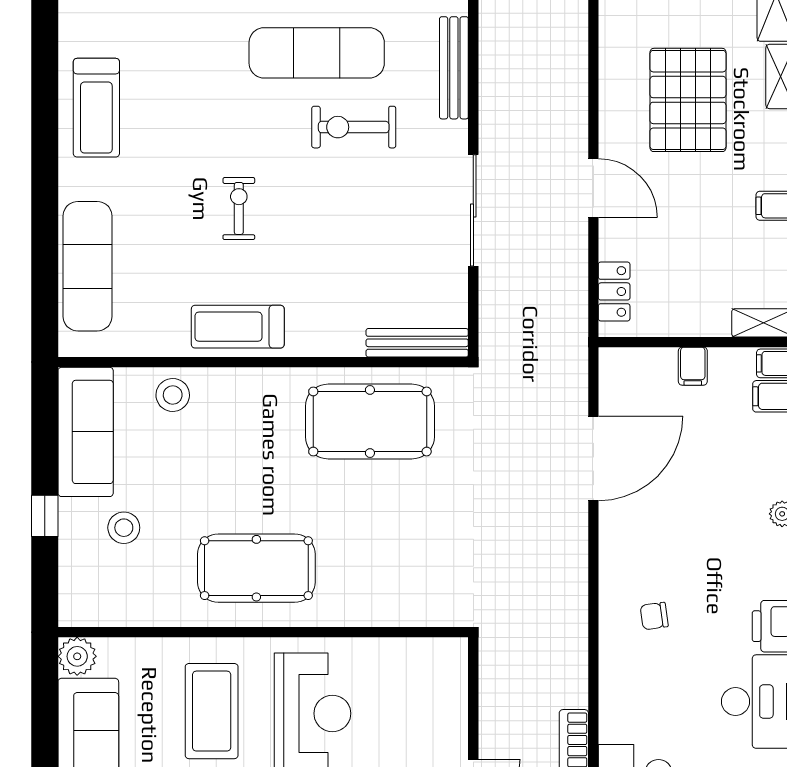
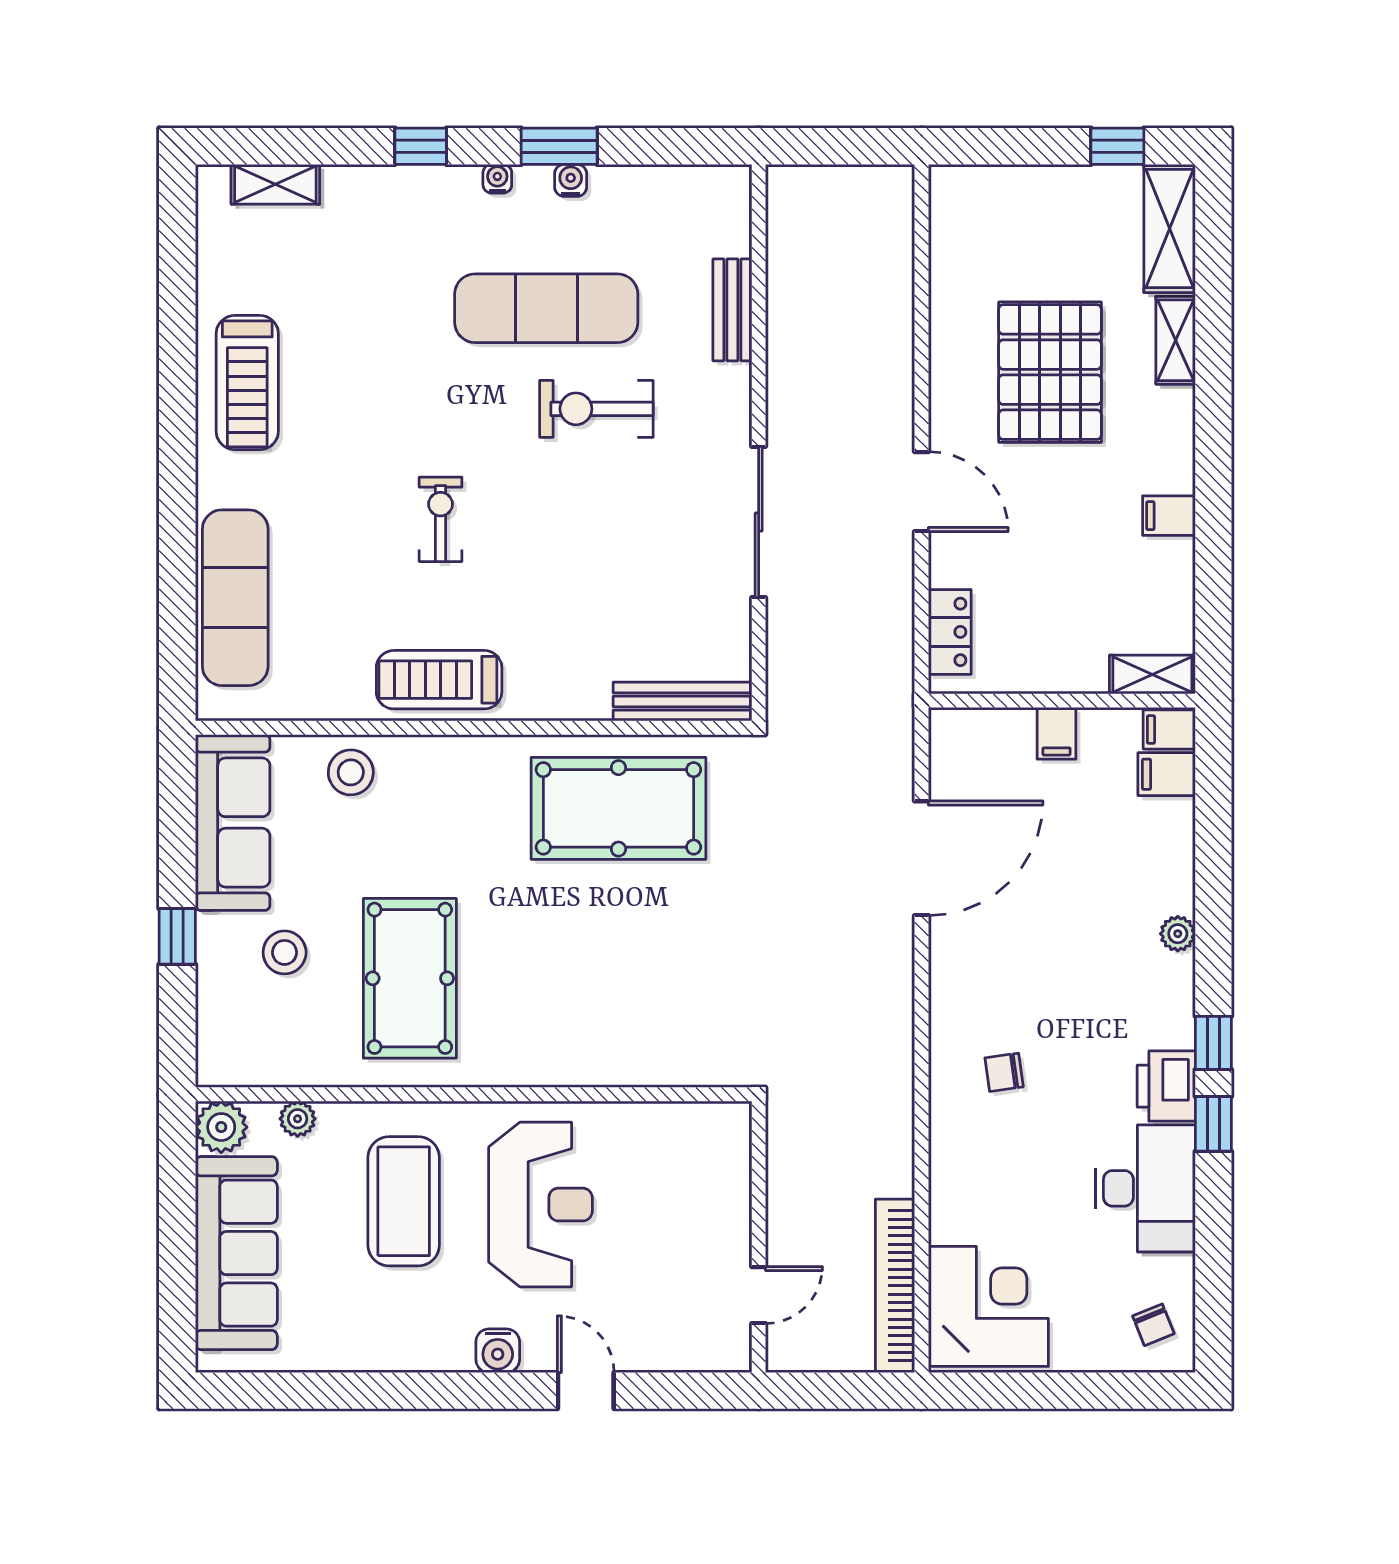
bench: (454, 68) -> (732, 310), width x0.73
pool table: (256, 568) -> (410, 978), moved, turned 90
plant: (133, 650) -> (298, 1119), added

